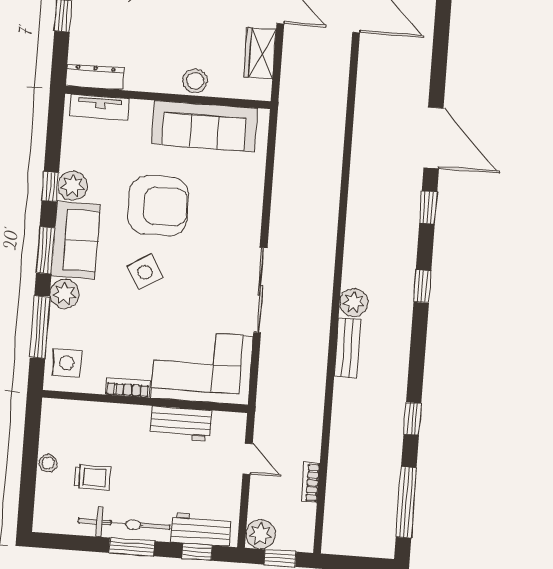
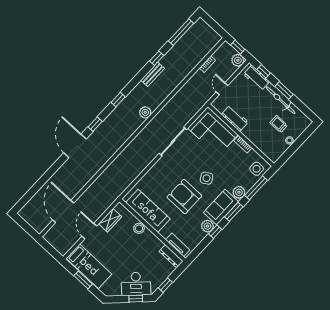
bench: (348, 348) -> (153, 74), moved

